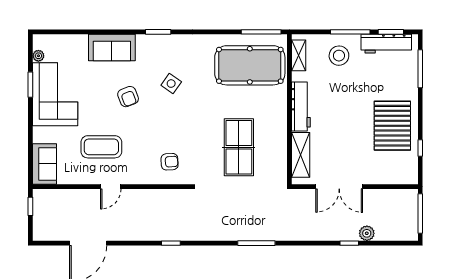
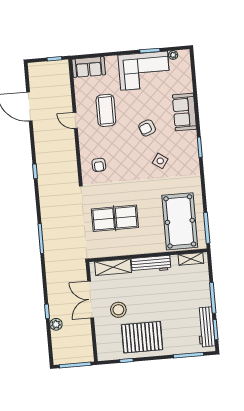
stool: (339, 56) -> (118, 310), moved

